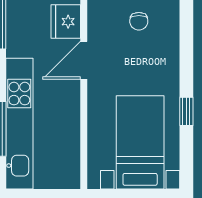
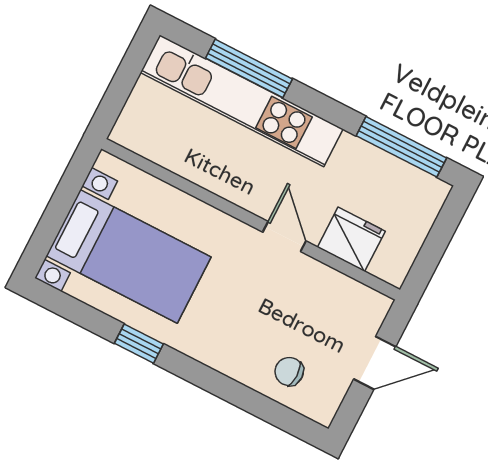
chair: (139, 21) -> (289, 371), moved
door: (84, 60) -> (284, 237), width x0.73

